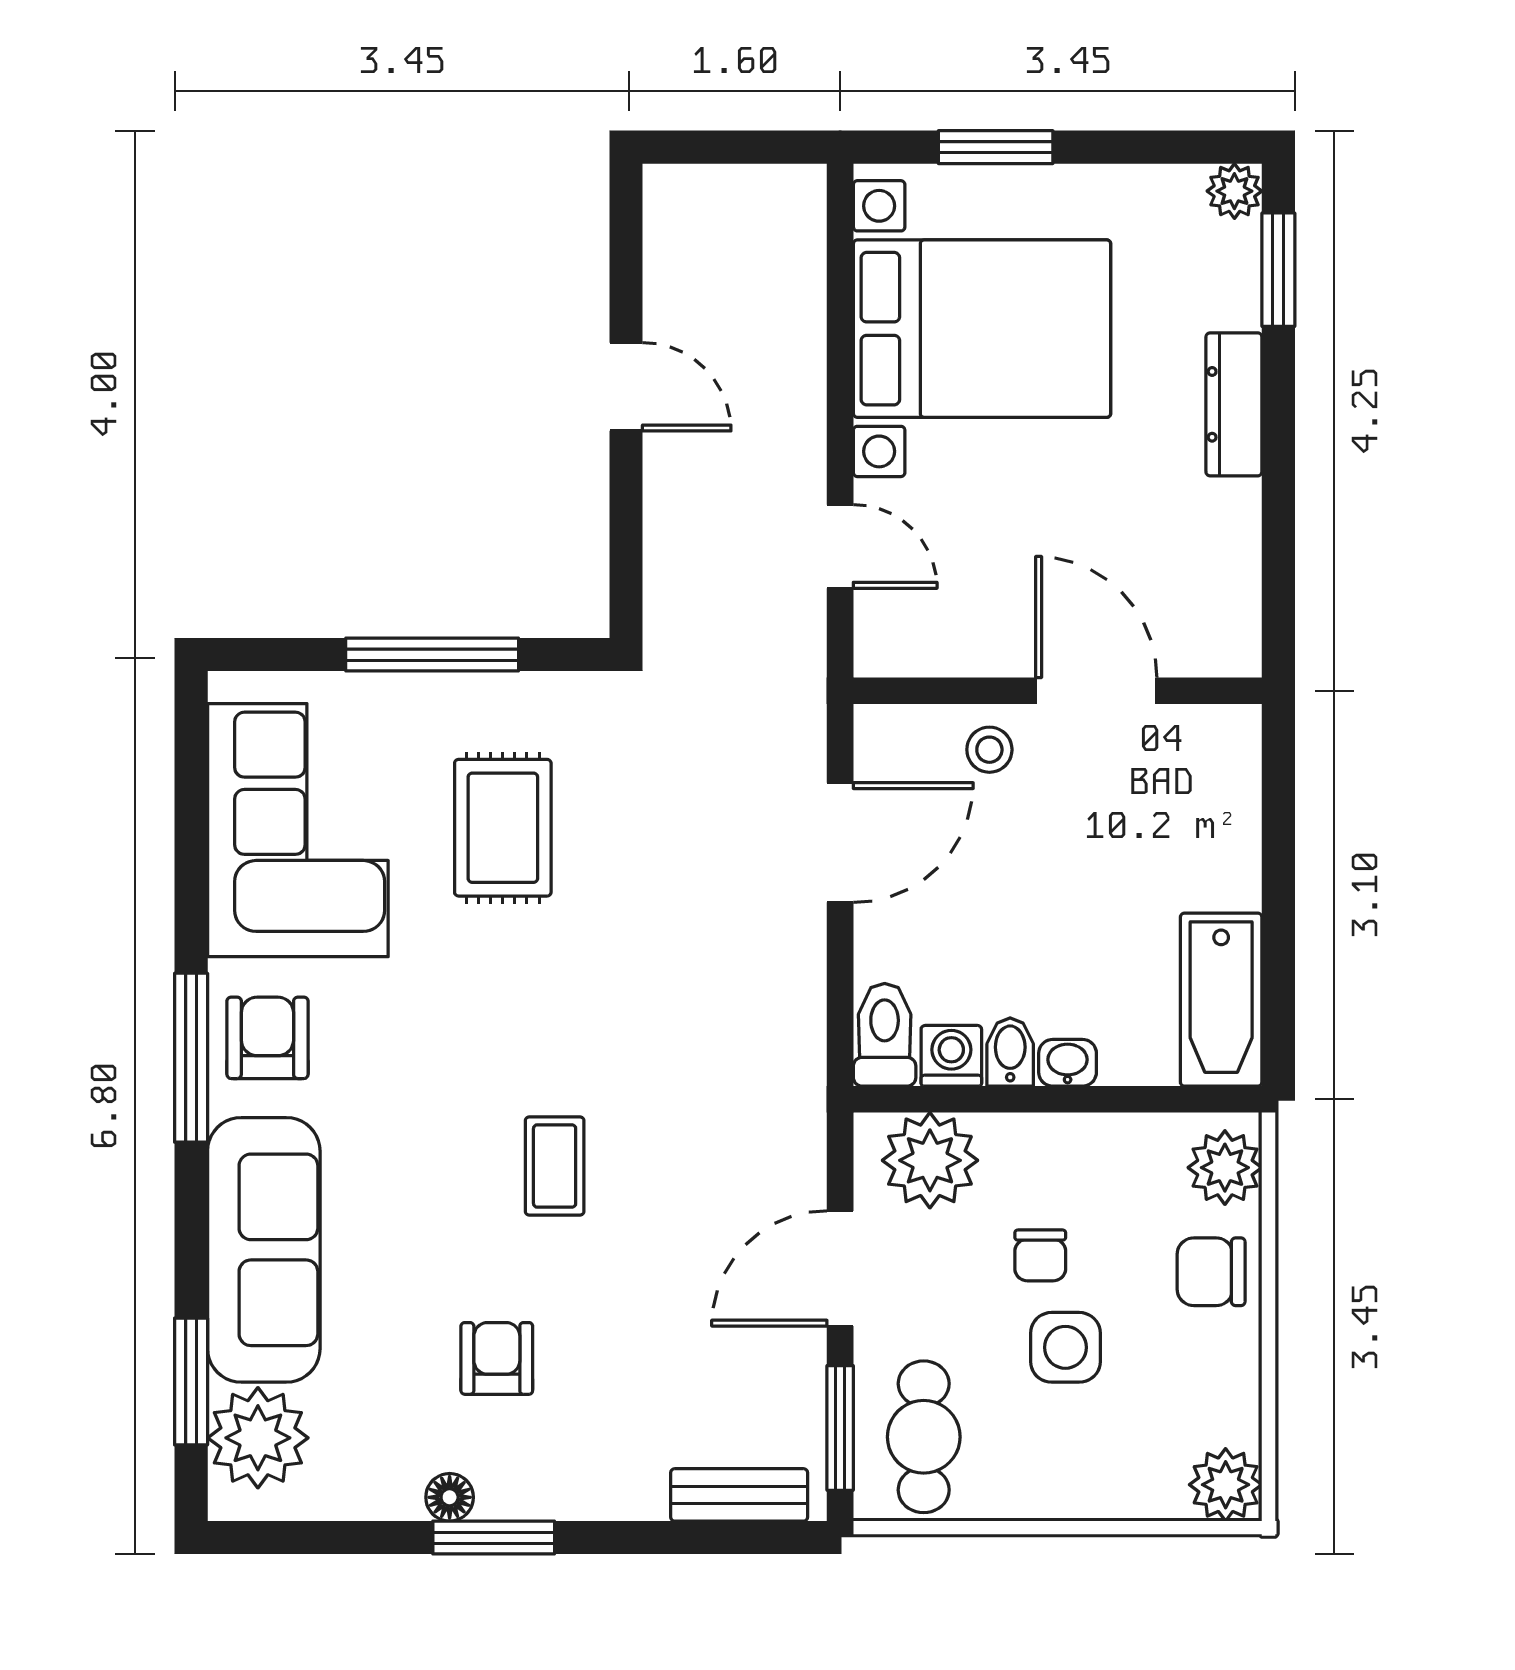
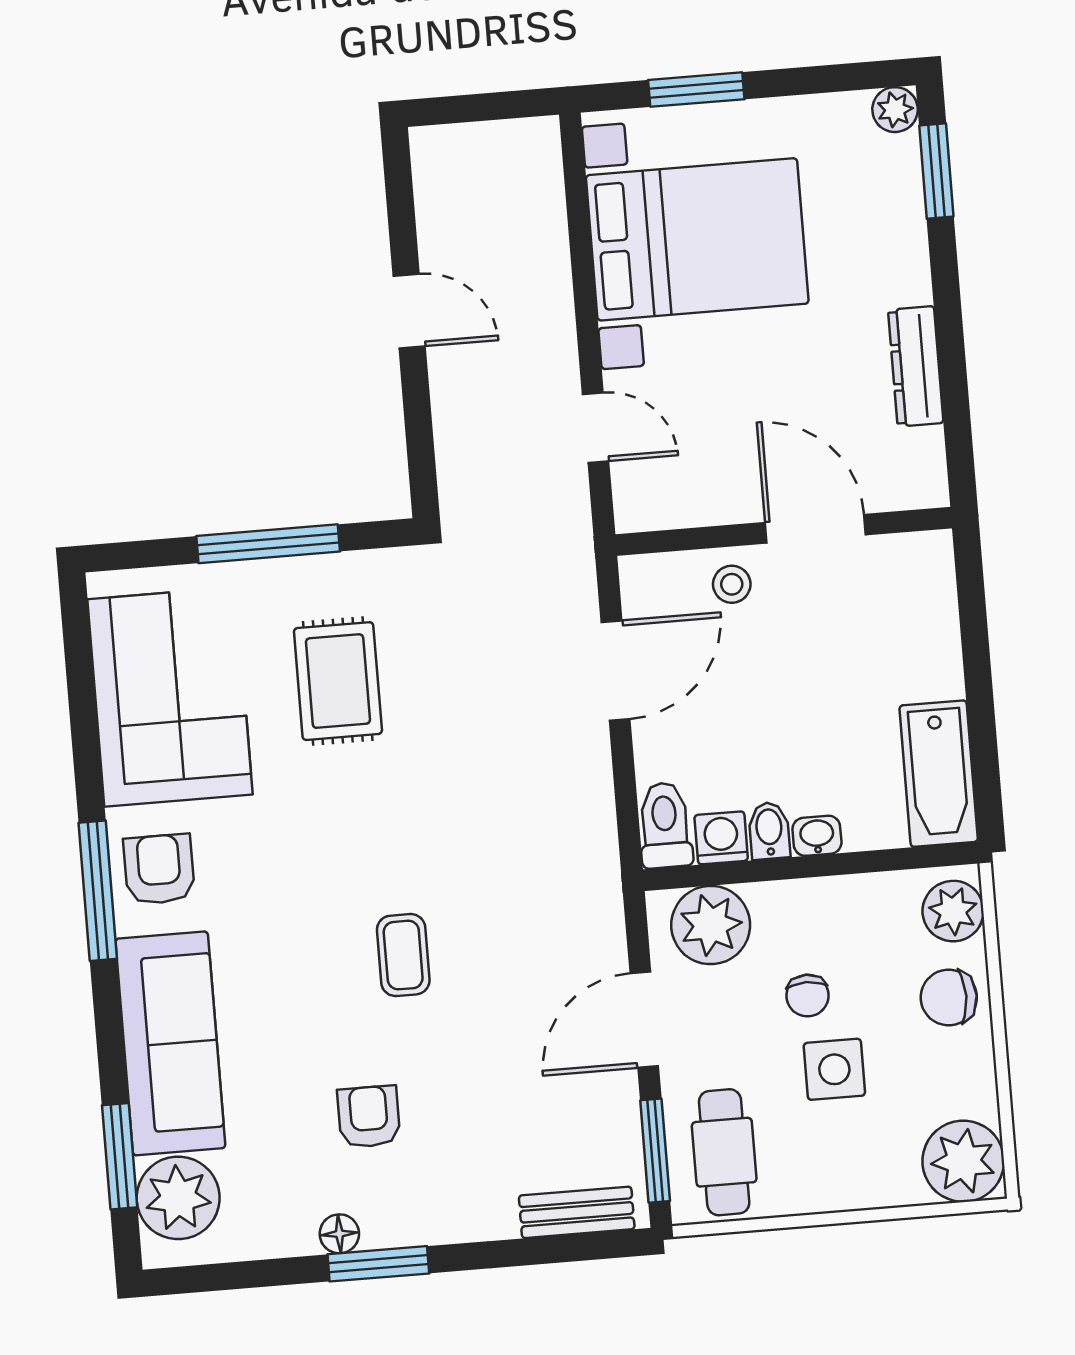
dresser: (1234, 404) -> (916, 366), moved
plant: (1226, 1485) -> (963, 1161), width x1.36, depth x1.36

